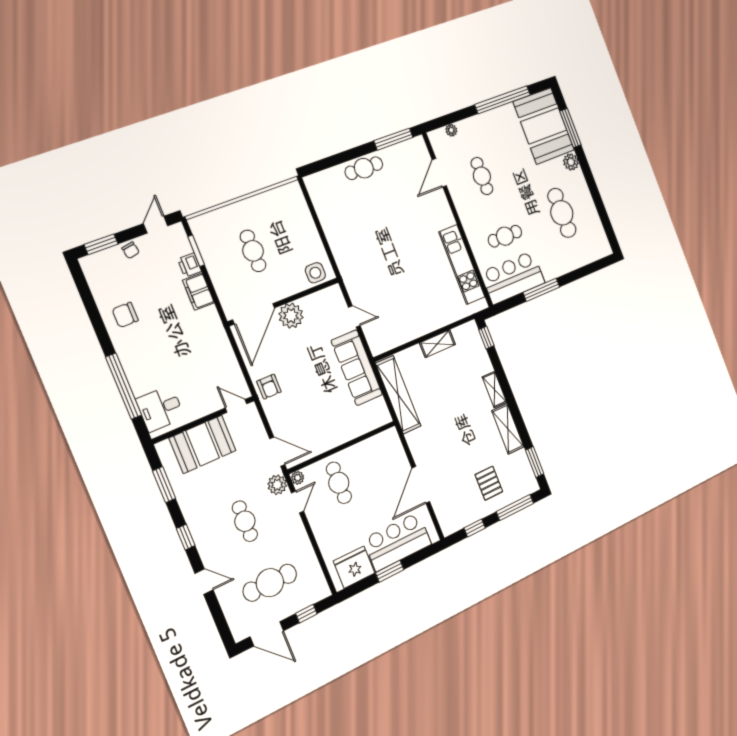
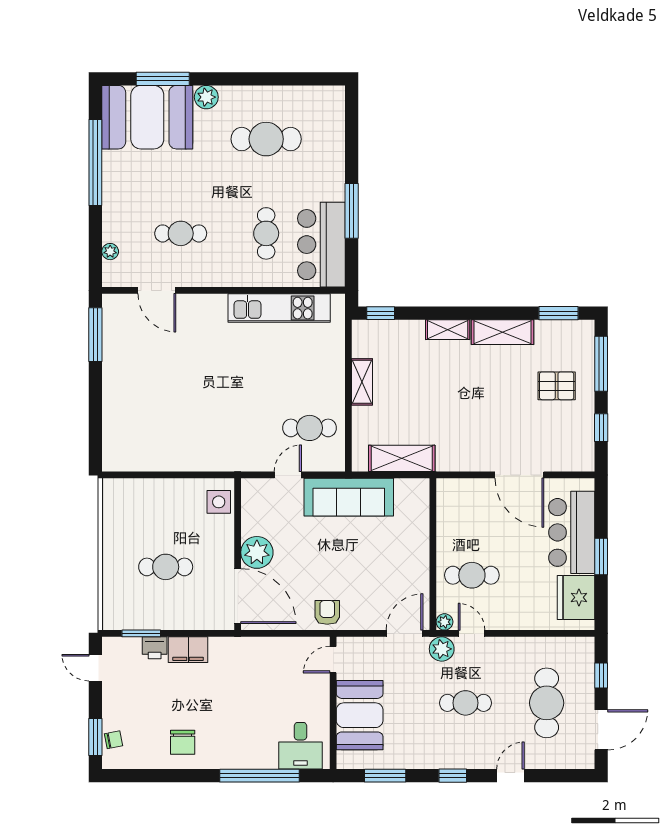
cafe table: (364, 168) -> (310, 428), moved, turned 90
chair: (131, 250) -> (114, 740), moved
armchair: (269, 387) -> (327, 612), turned -90
shelving: (398, 395) -> (402, 458), width x0.68

